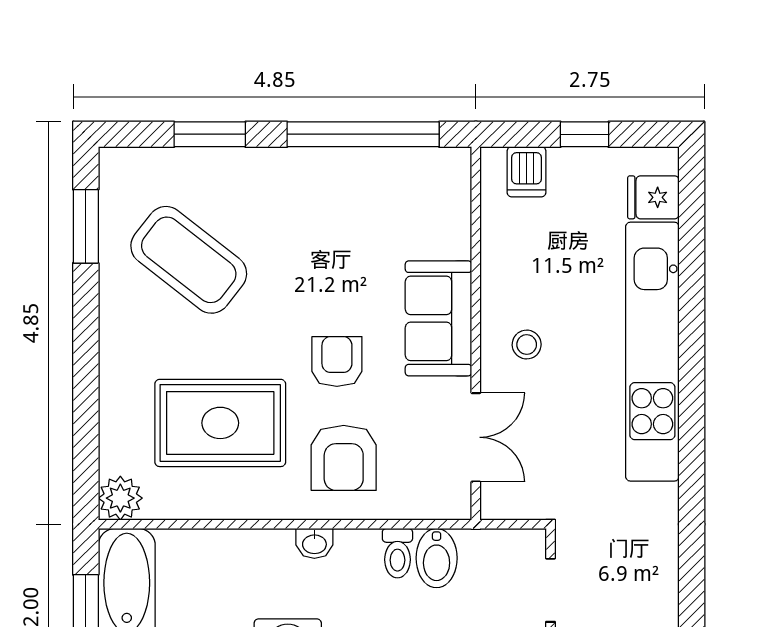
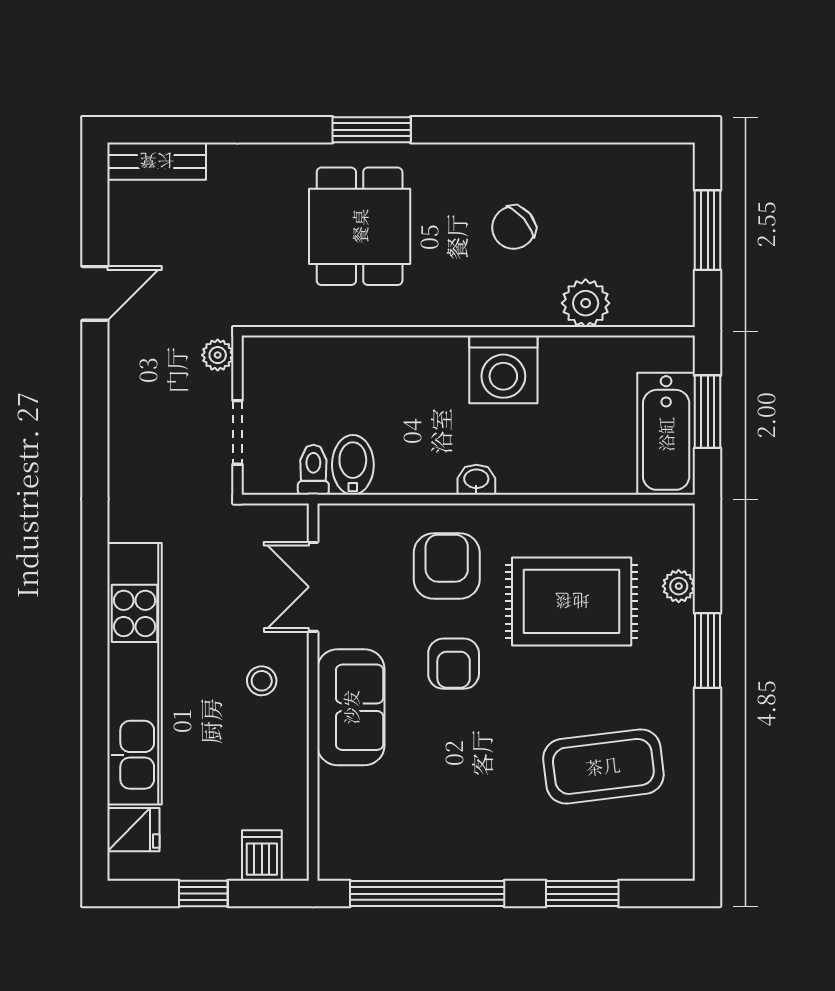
window: (86, 226) -> (708, 650), moved
coffee table: (189, 260) -> (603, 766), turned -45
plant: (120, 498) -> (679, 586), moved, width x0.73, depth x0.73
toilet: (397, 553) -> (313, 470), moved

